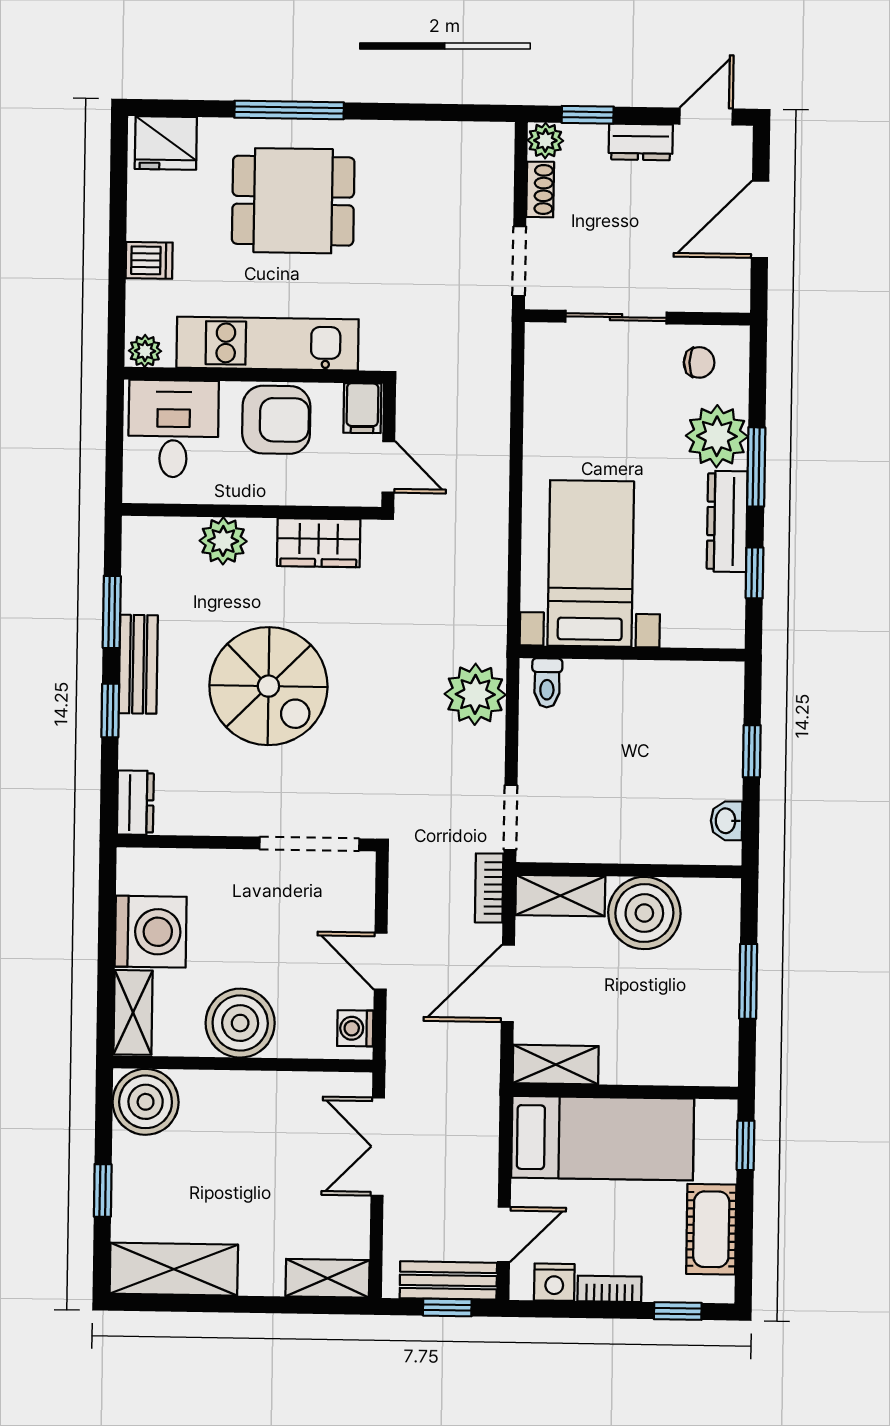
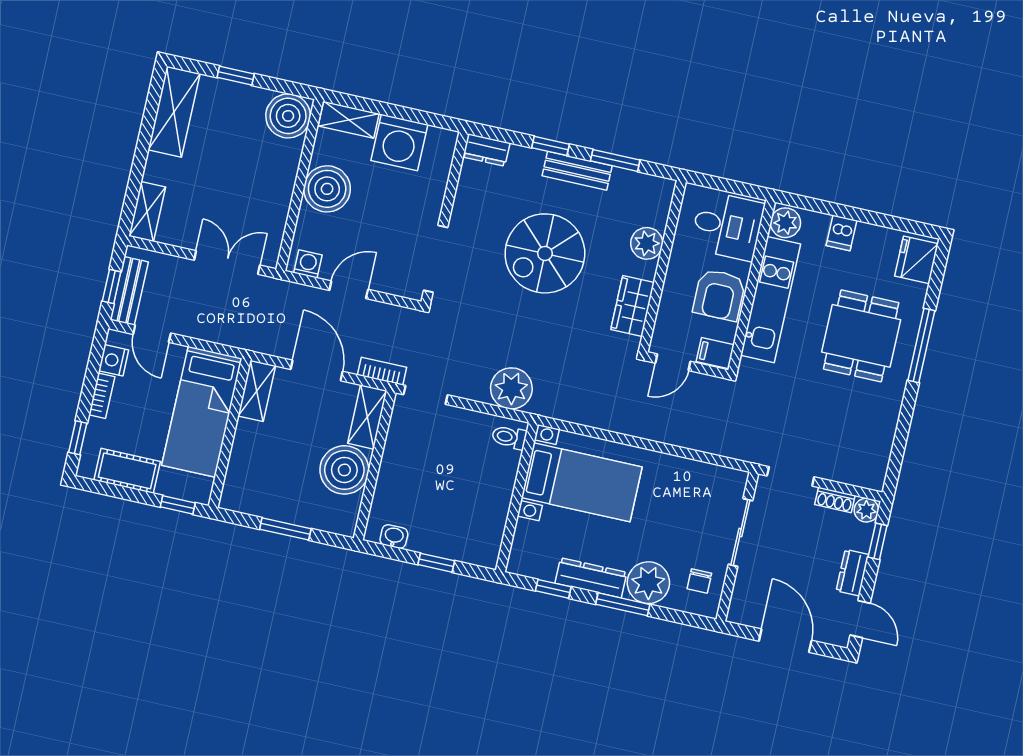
plant: (145, 351) -> (785, 223), width x1.38, depth x1.38

